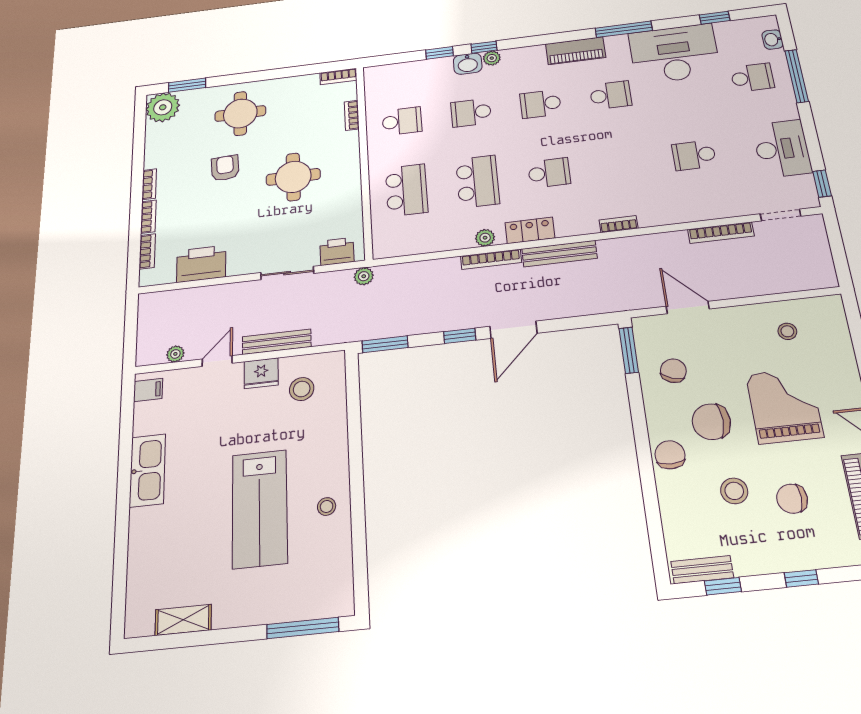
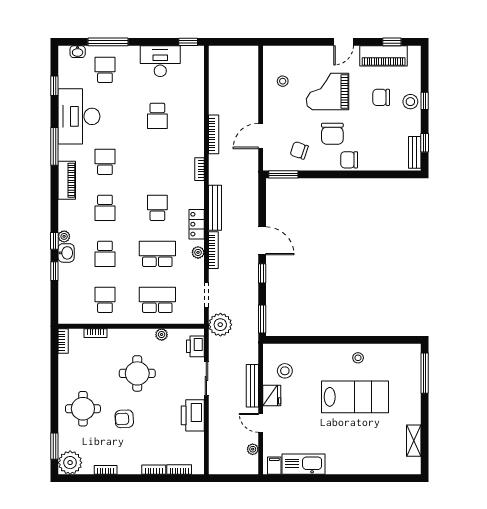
bookcase: (149, 184) -> (106, 470), moved
plant: (353, 202) -> (162, 335), added
doorway: (781, 215) -> (206, 295), moved
bookcase: (721, 233) -> (214, 134), moved
printer: (201, 264) -> (193, 415), moved
plant: (364, 276) -> (220, 325), width x1.88, depth x1.88
kitchen sink: (147, 470) -> (304, 464), moved
stool: (734, 491) -> (410, 102), moved
chair: (792, 499) -> (381, 97), turned 90

